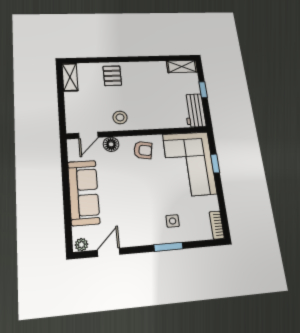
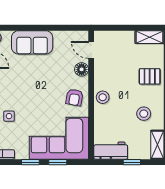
stool: (152, 80) -> (144, 114), added
stool: (120, 117) -> (103, 97), moved
sofa: (84, 192) -> (32, 42), width x0.73
window: (220, 193) -> (30, 162), added

